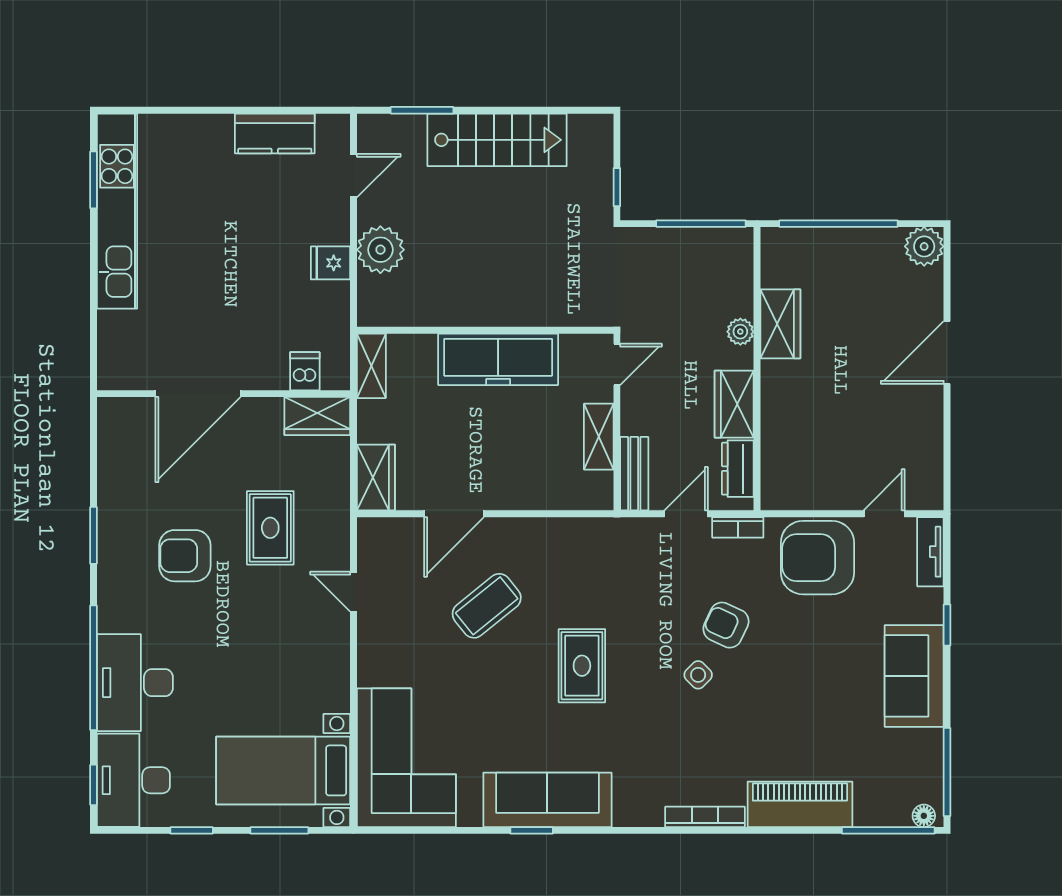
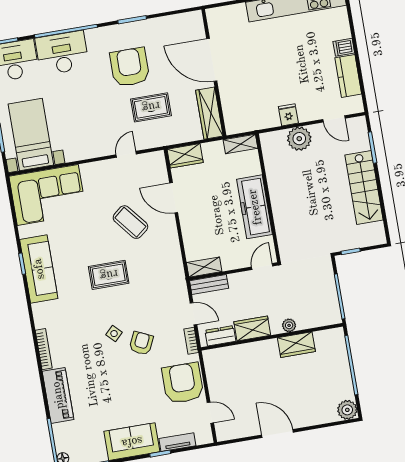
door: (947, 352) -> (278, 434), moved
door: (617, 364) -> (262, 267), swing flipped
dishwasher: (305, 371) -> (344, 47), moved, turned 180
wardrobe: (317, 416) -> (209, 113), width x1.50
shelving: (599, 437) -> (204, 267), moved
tv unit: (930, 552) -> (177, 442), moved
armchair: (185, 556) -> (130, 67), width x1.36, depth x1.36

